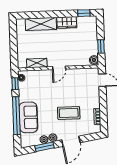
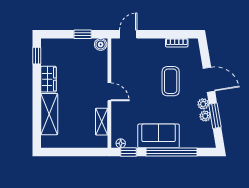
sofa: (28, 117) -> (159, 136), moved

